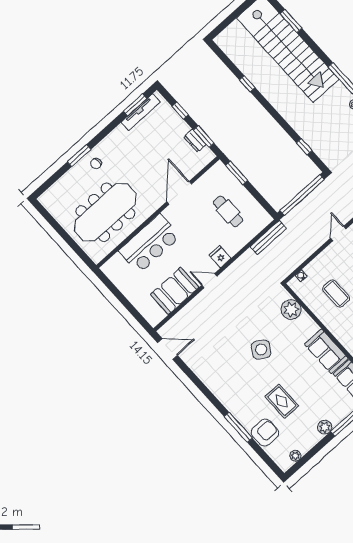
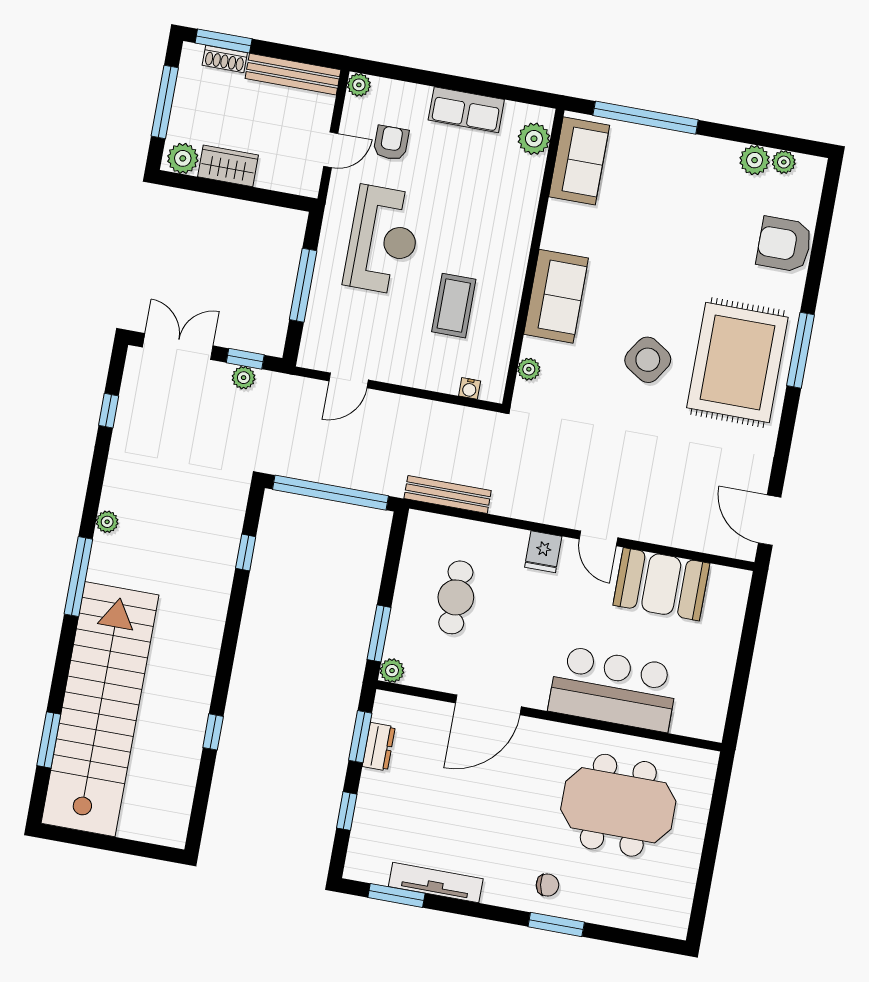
tv unit: (141, 112) -> (436, 883), moved
plant: (219, 167) -> (392, 671), added
meeting table: (105, 212) -> (618, 805), width x0.73
plant: (291, 310) -> (529, 369), width x0.53, depth x0.53
sofa: (326, 351) -> (556, 296), moved
rug: (282, 401) -> (737, 363), moved, width x1.86, depth x2.06
window: (238, 427) -> (801, 350), moved
plant: (325, 427) -> (755, 160), moved

